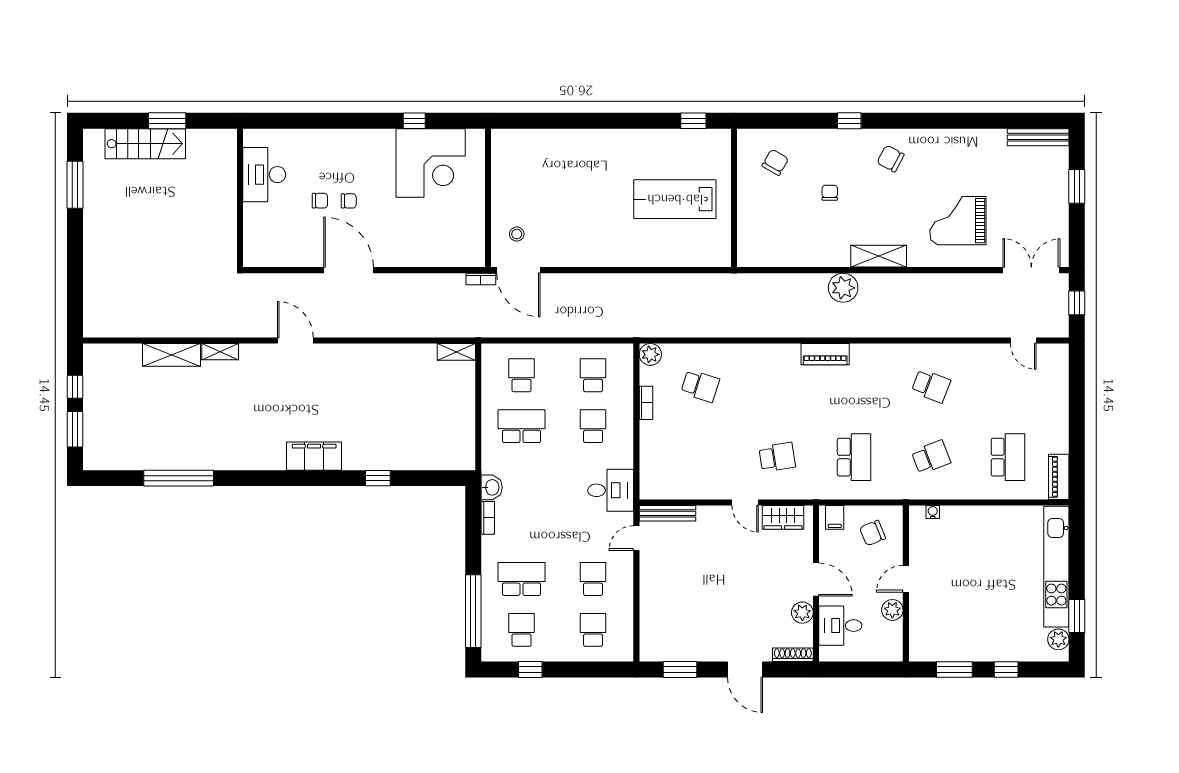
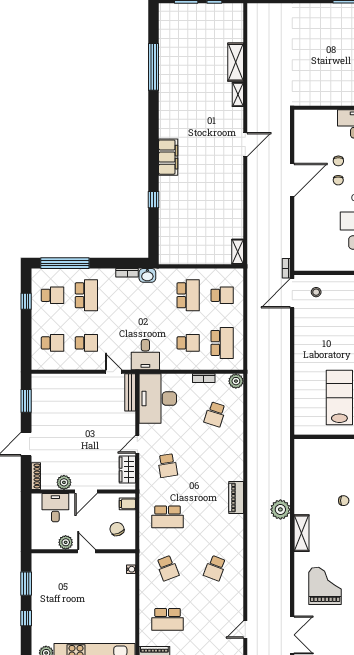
school desk: (593, 375) -> (222, 343), width x1.85
desk: (677, 472) -> (158, 399), added

